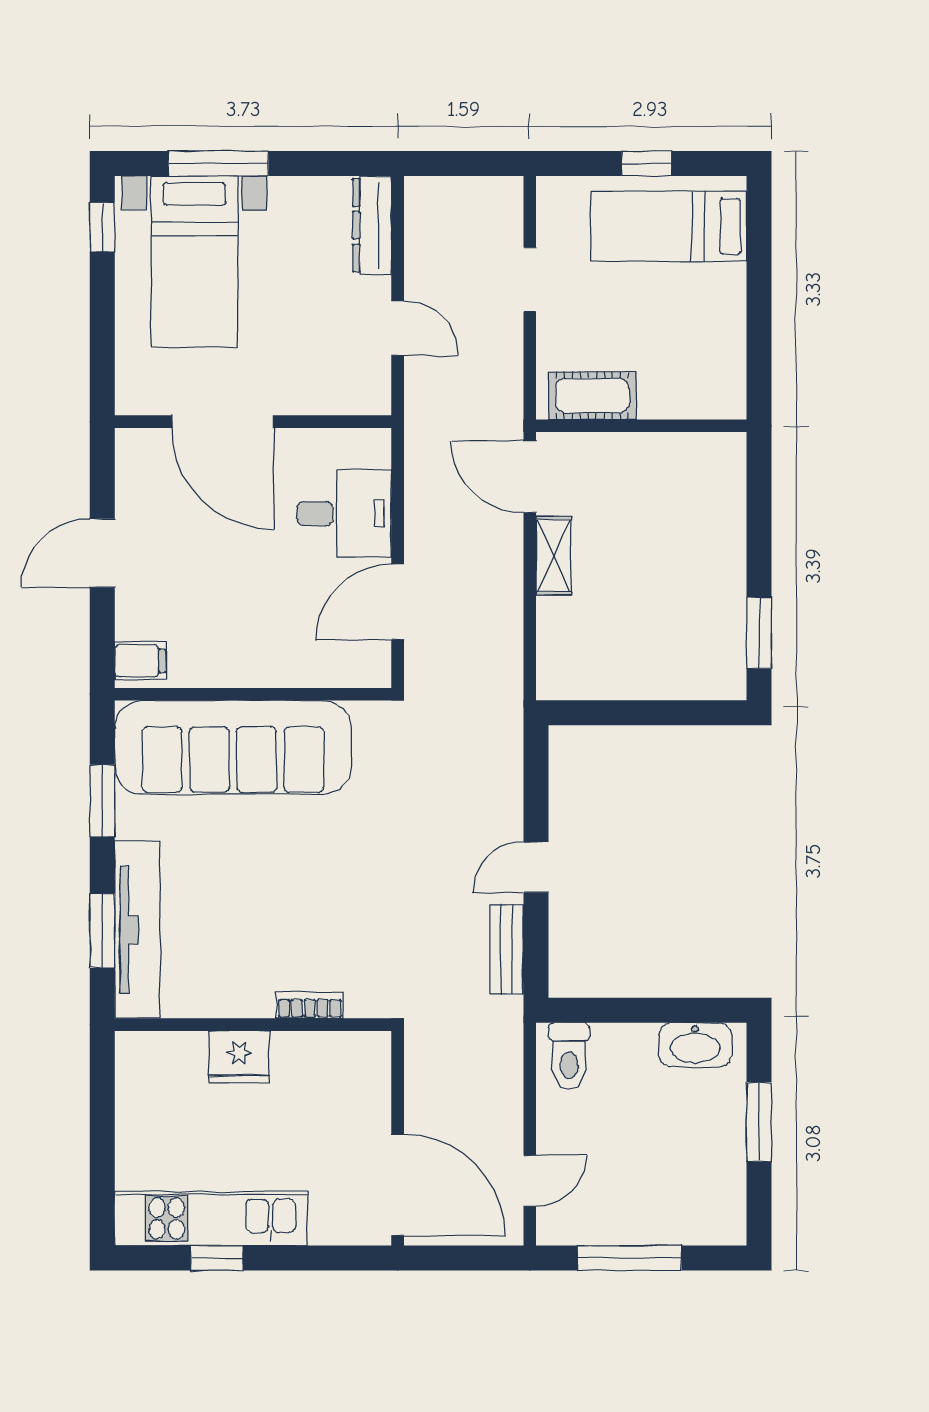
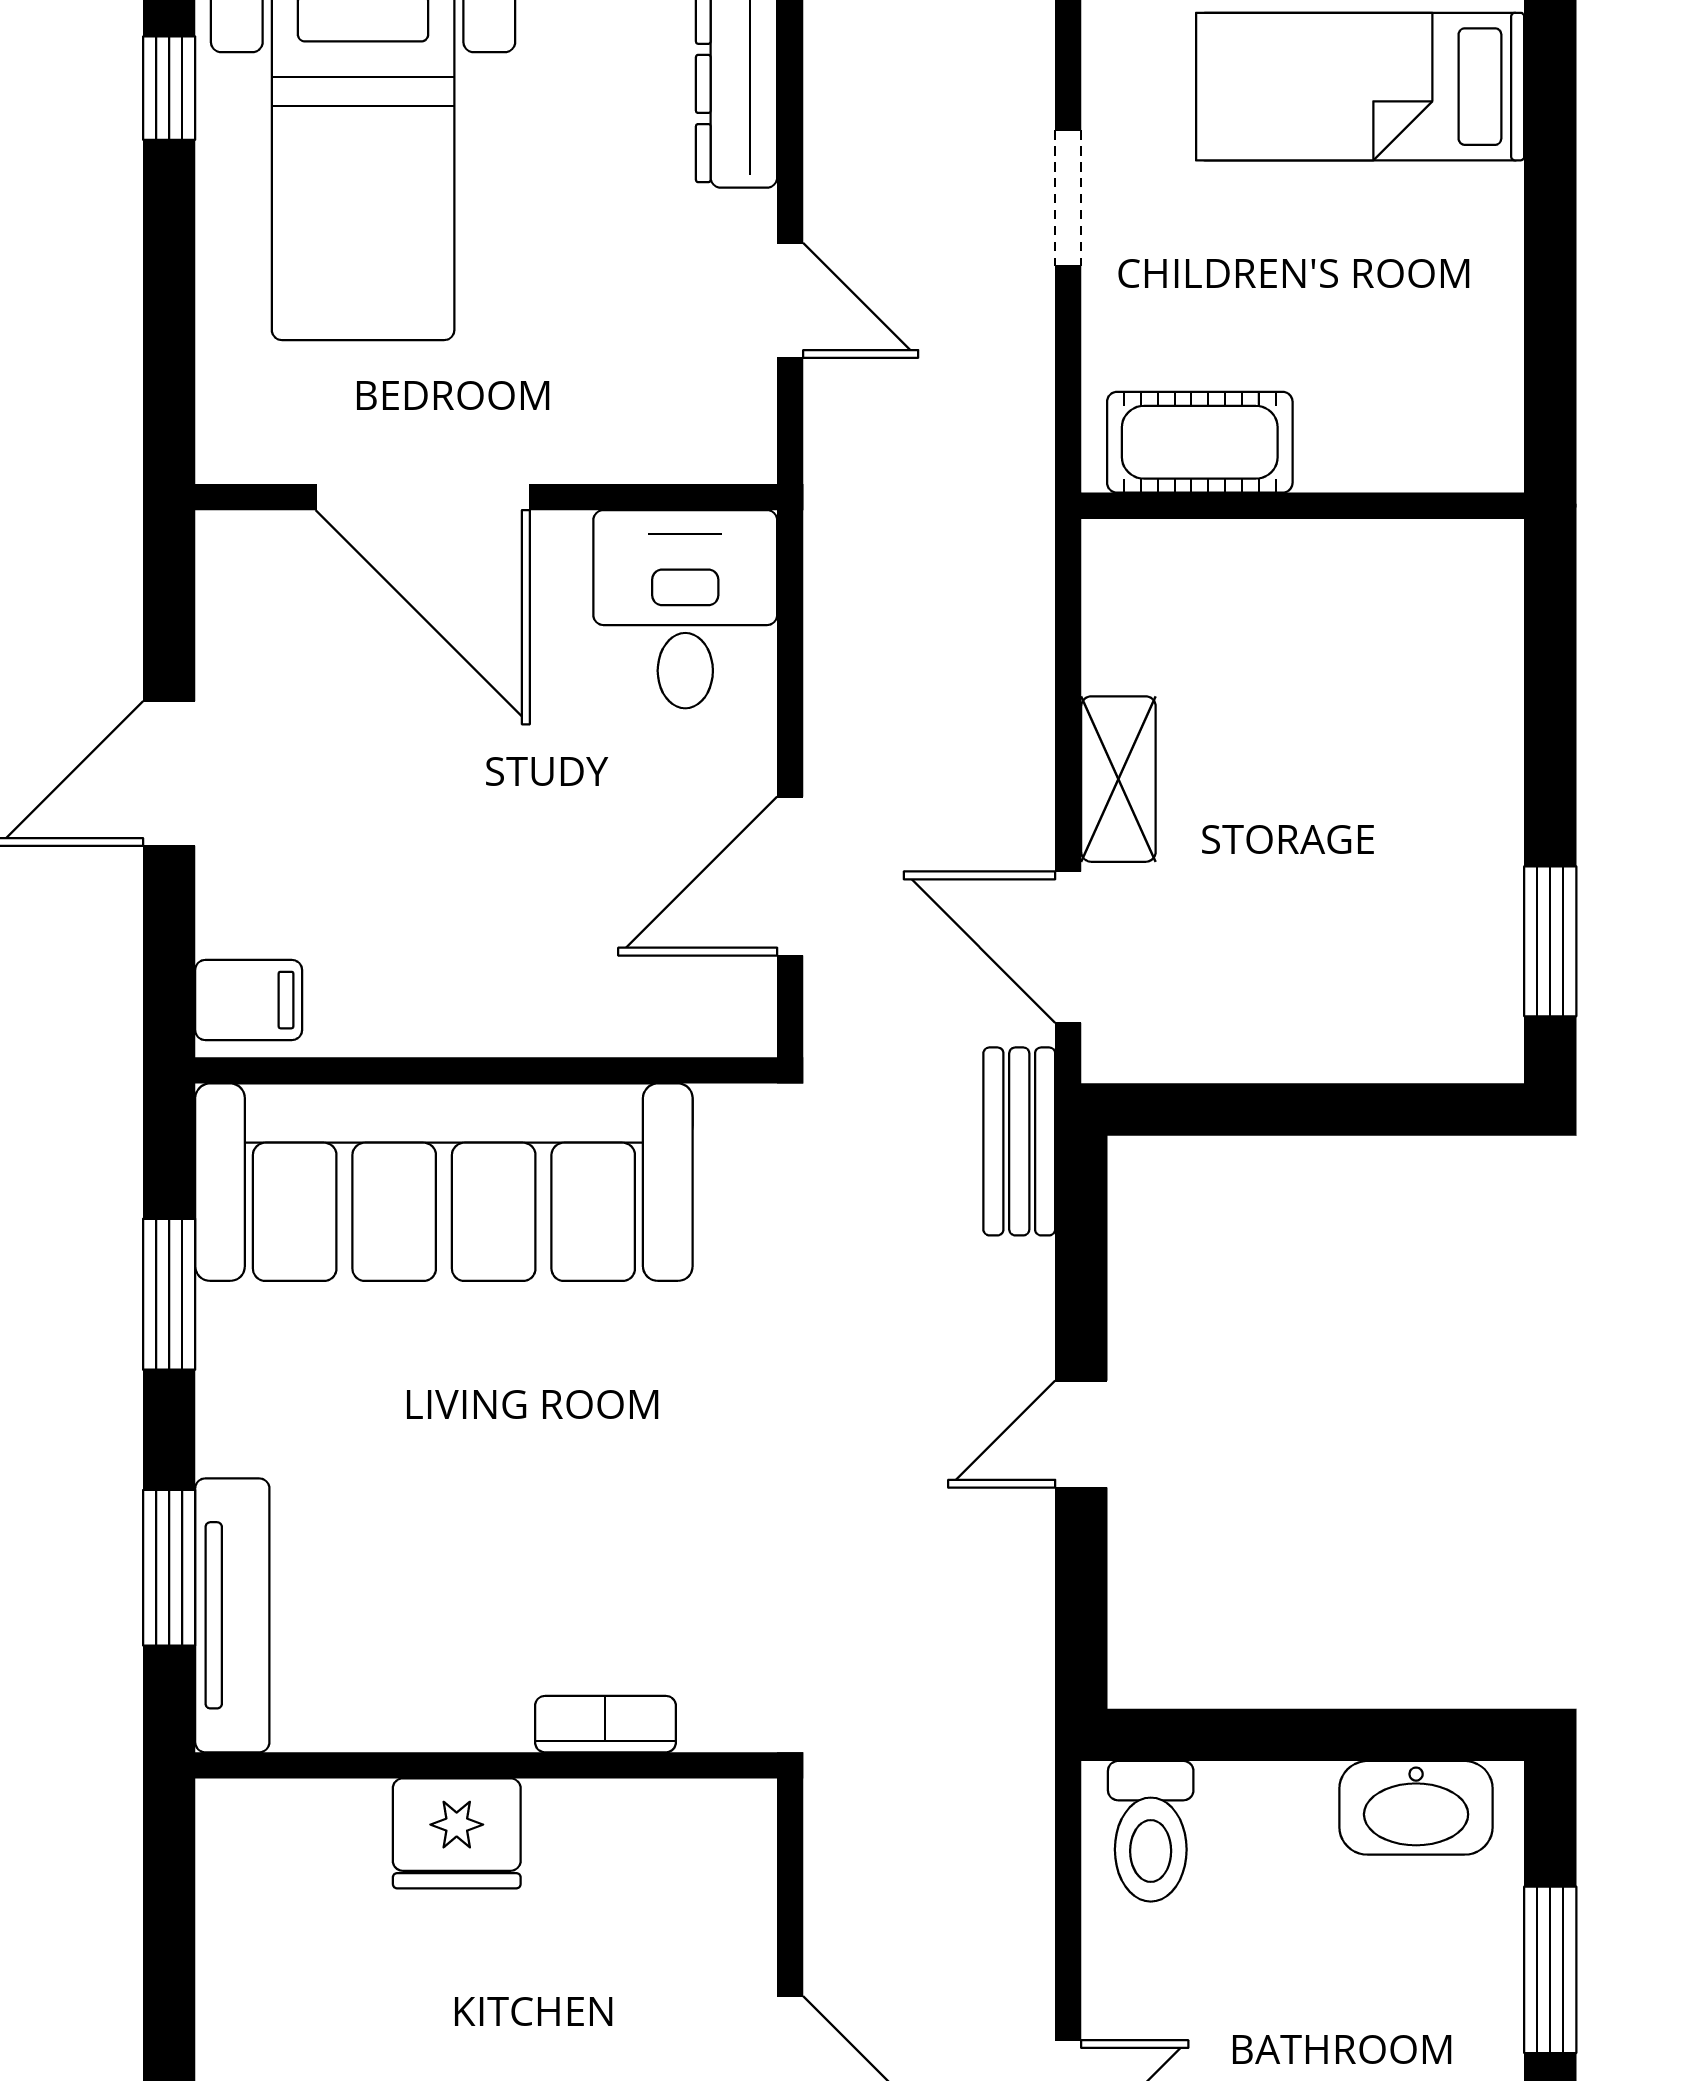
door: (530, 477) -> (1068, 947), moved
desk: (344, 513) -> (685, 609), moved, turned -90
tv unit: (137, 930) -> (232, 1615), width x0.73, depth x0.78
bench: (507, 949) -> (1019, 1141), moved

